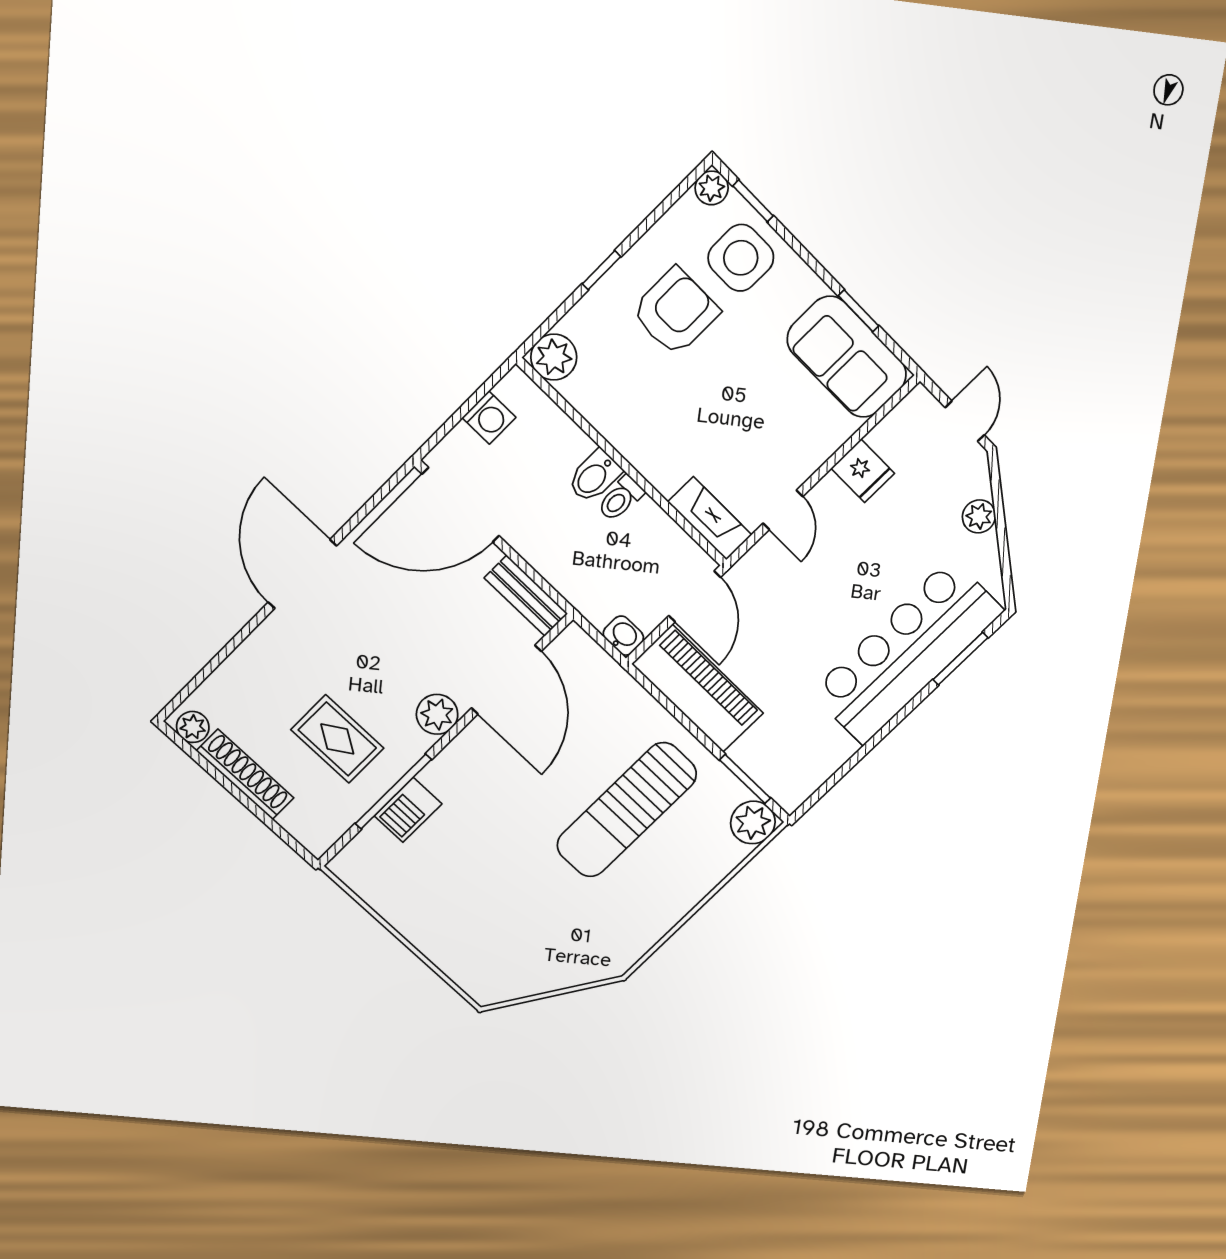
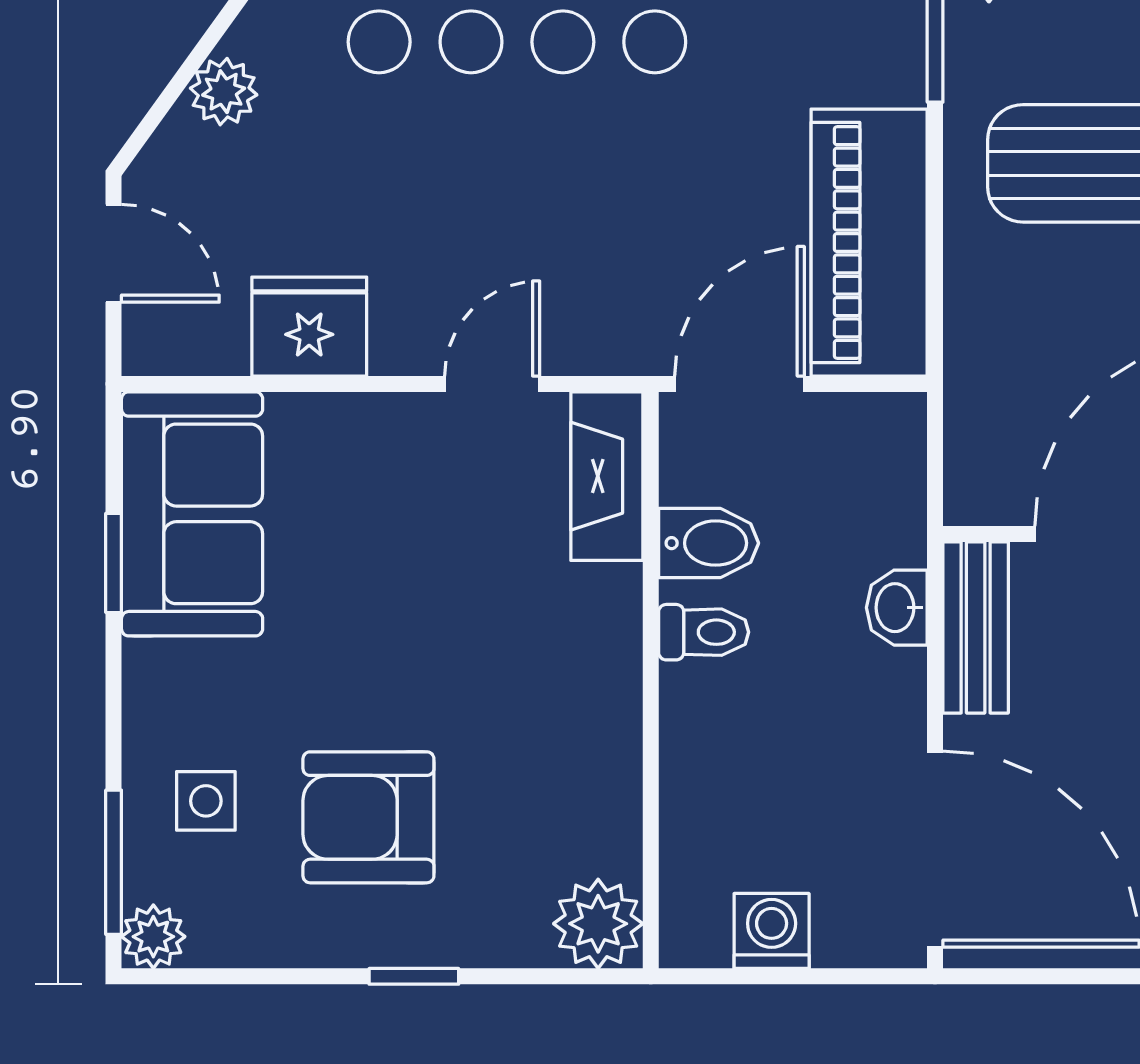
window: (753, 201) -> (114, 862), width x1.50
side table: (741, 258) -> (206, 801), width x0.54, depth x0.54
door: (965, 421) -> (114, 253), swing flipped
fridge: (863, 471) -> (309, 327), width x1.38
bidet: (594, 476) -> (709, 543), moved
washbasin: (623, 636) -> (897, 608), moved

